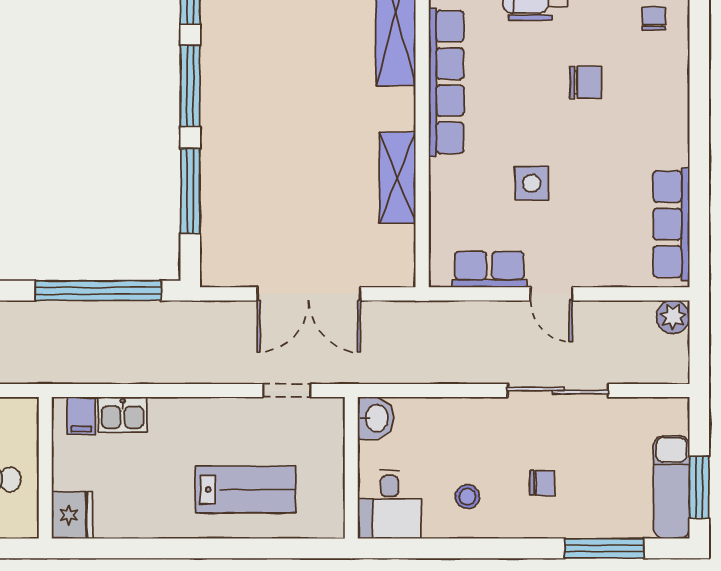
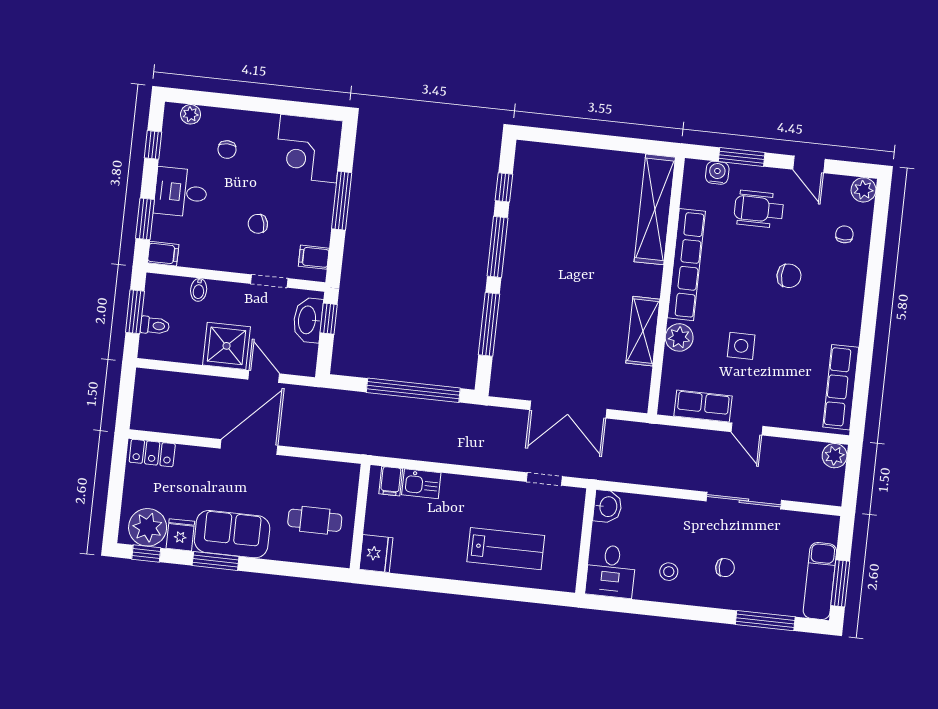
plant: (447, 181) -> (679, 337), added

